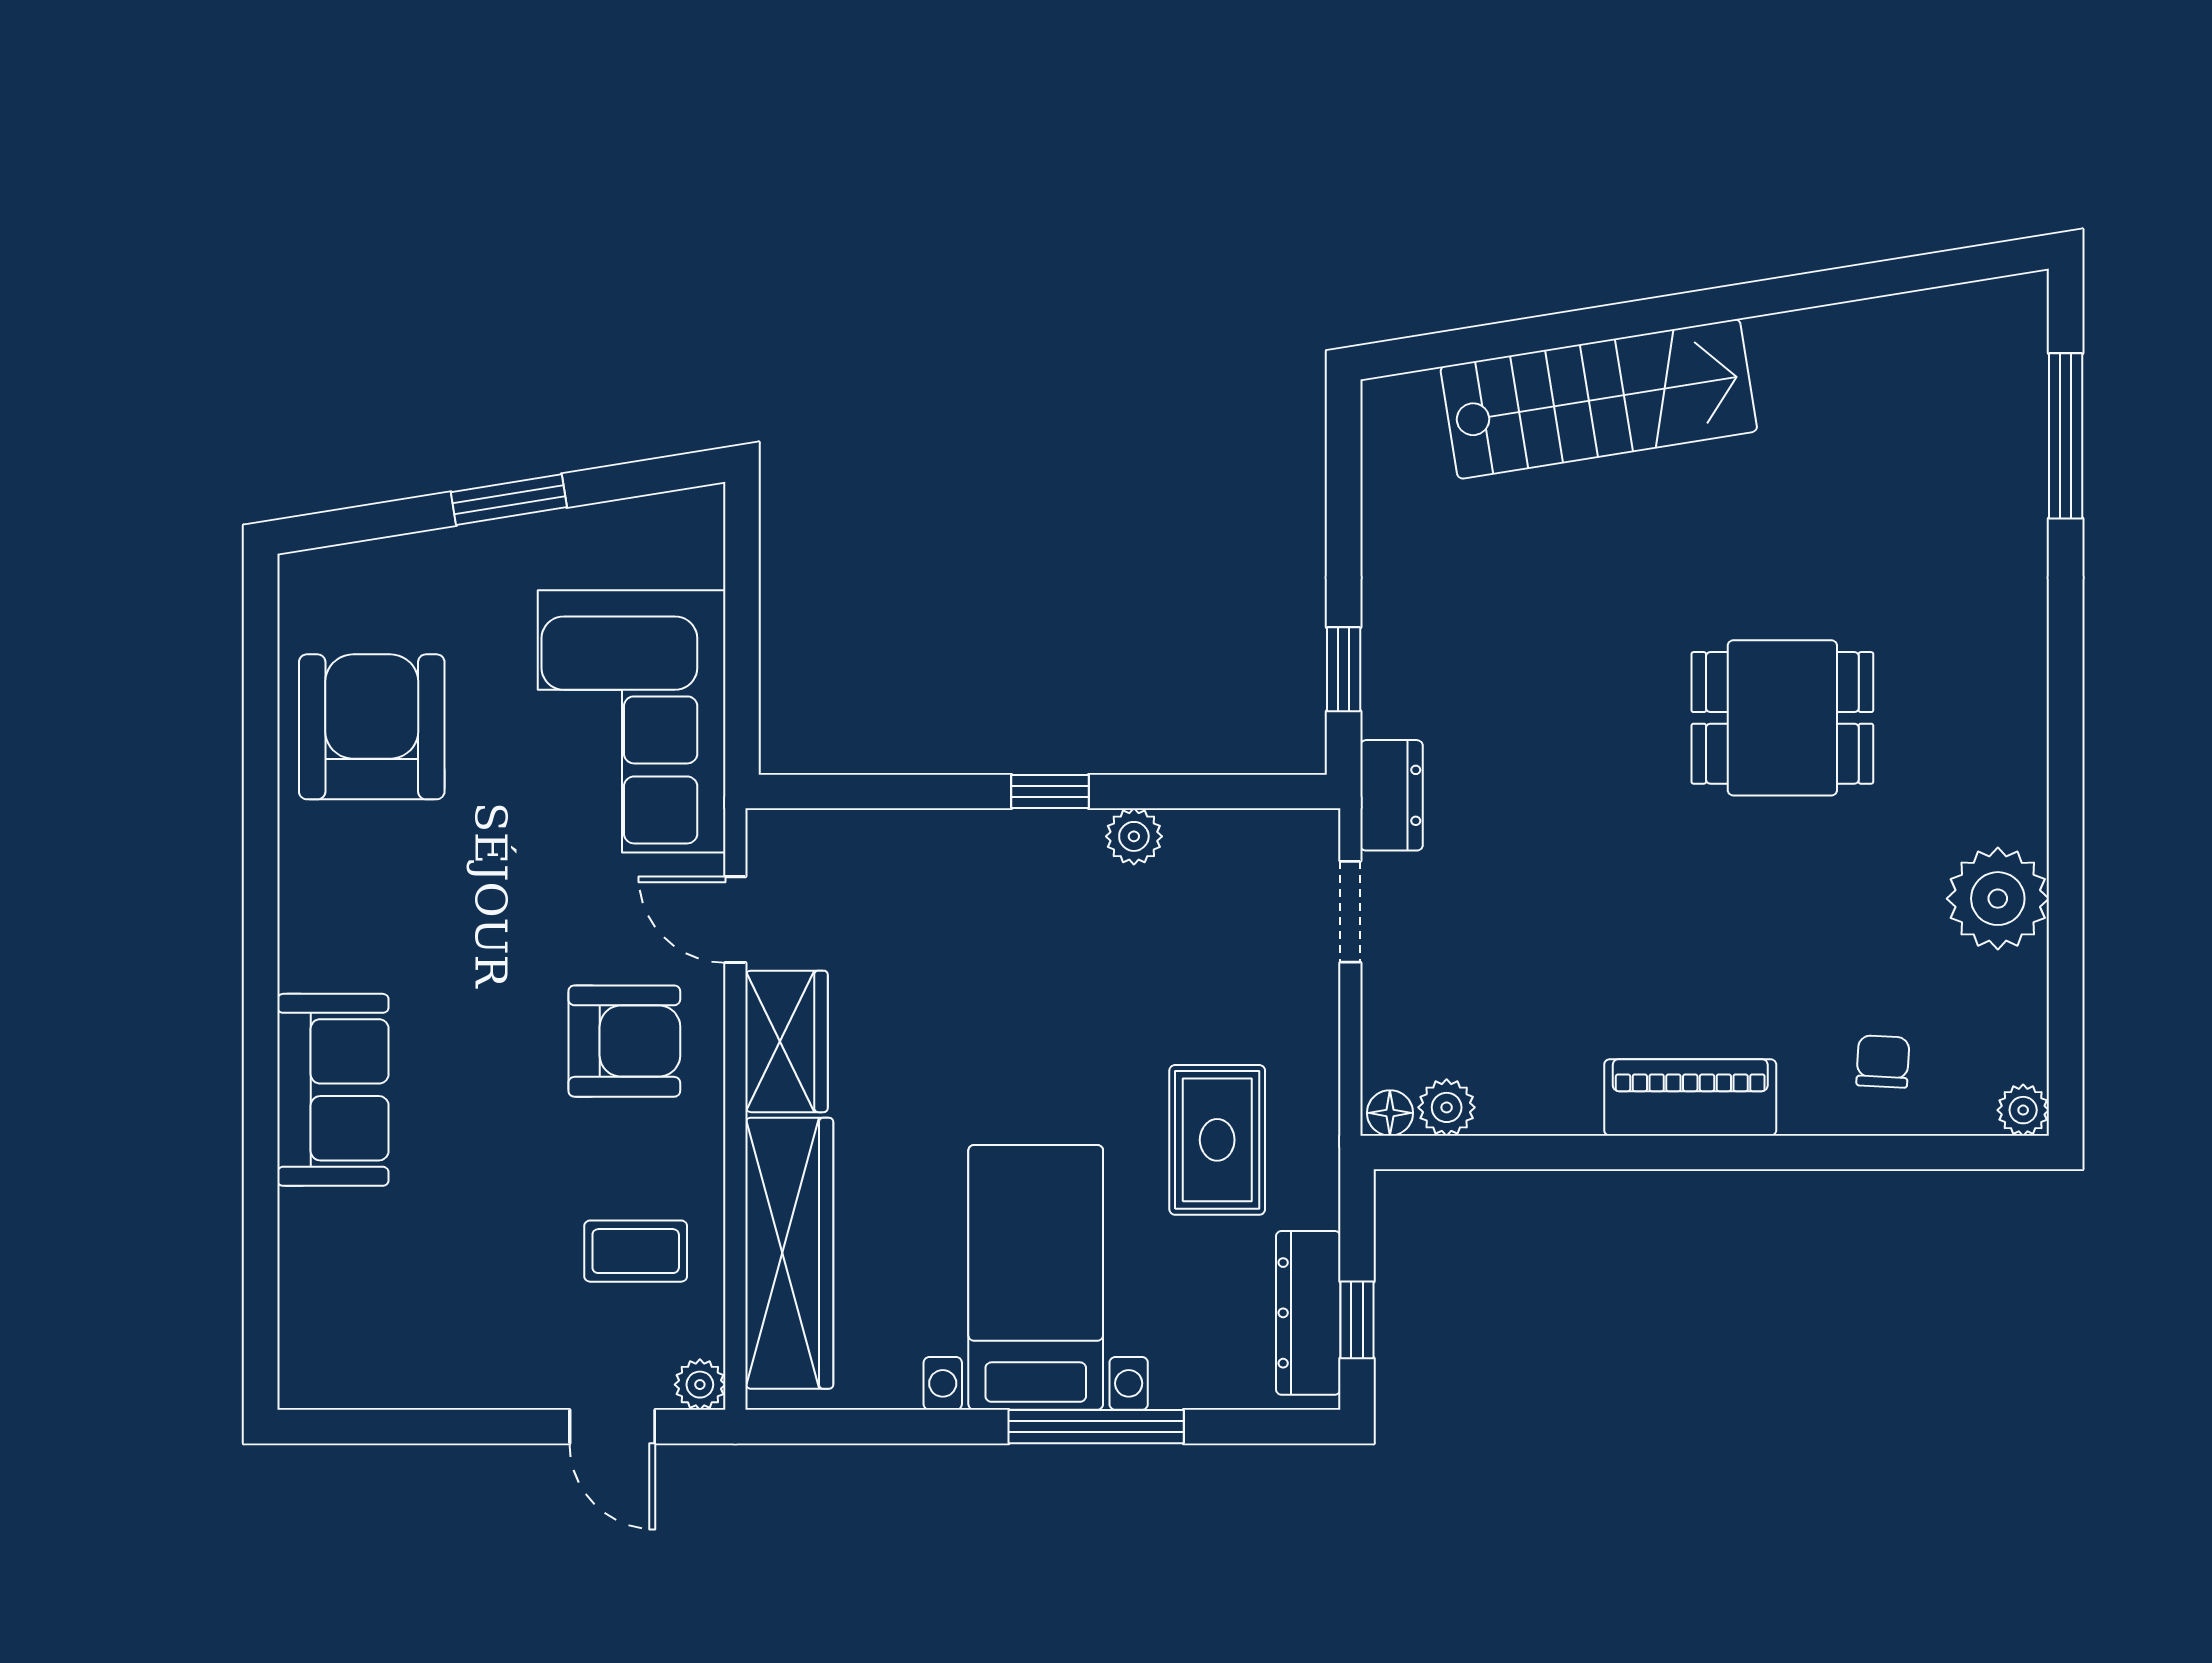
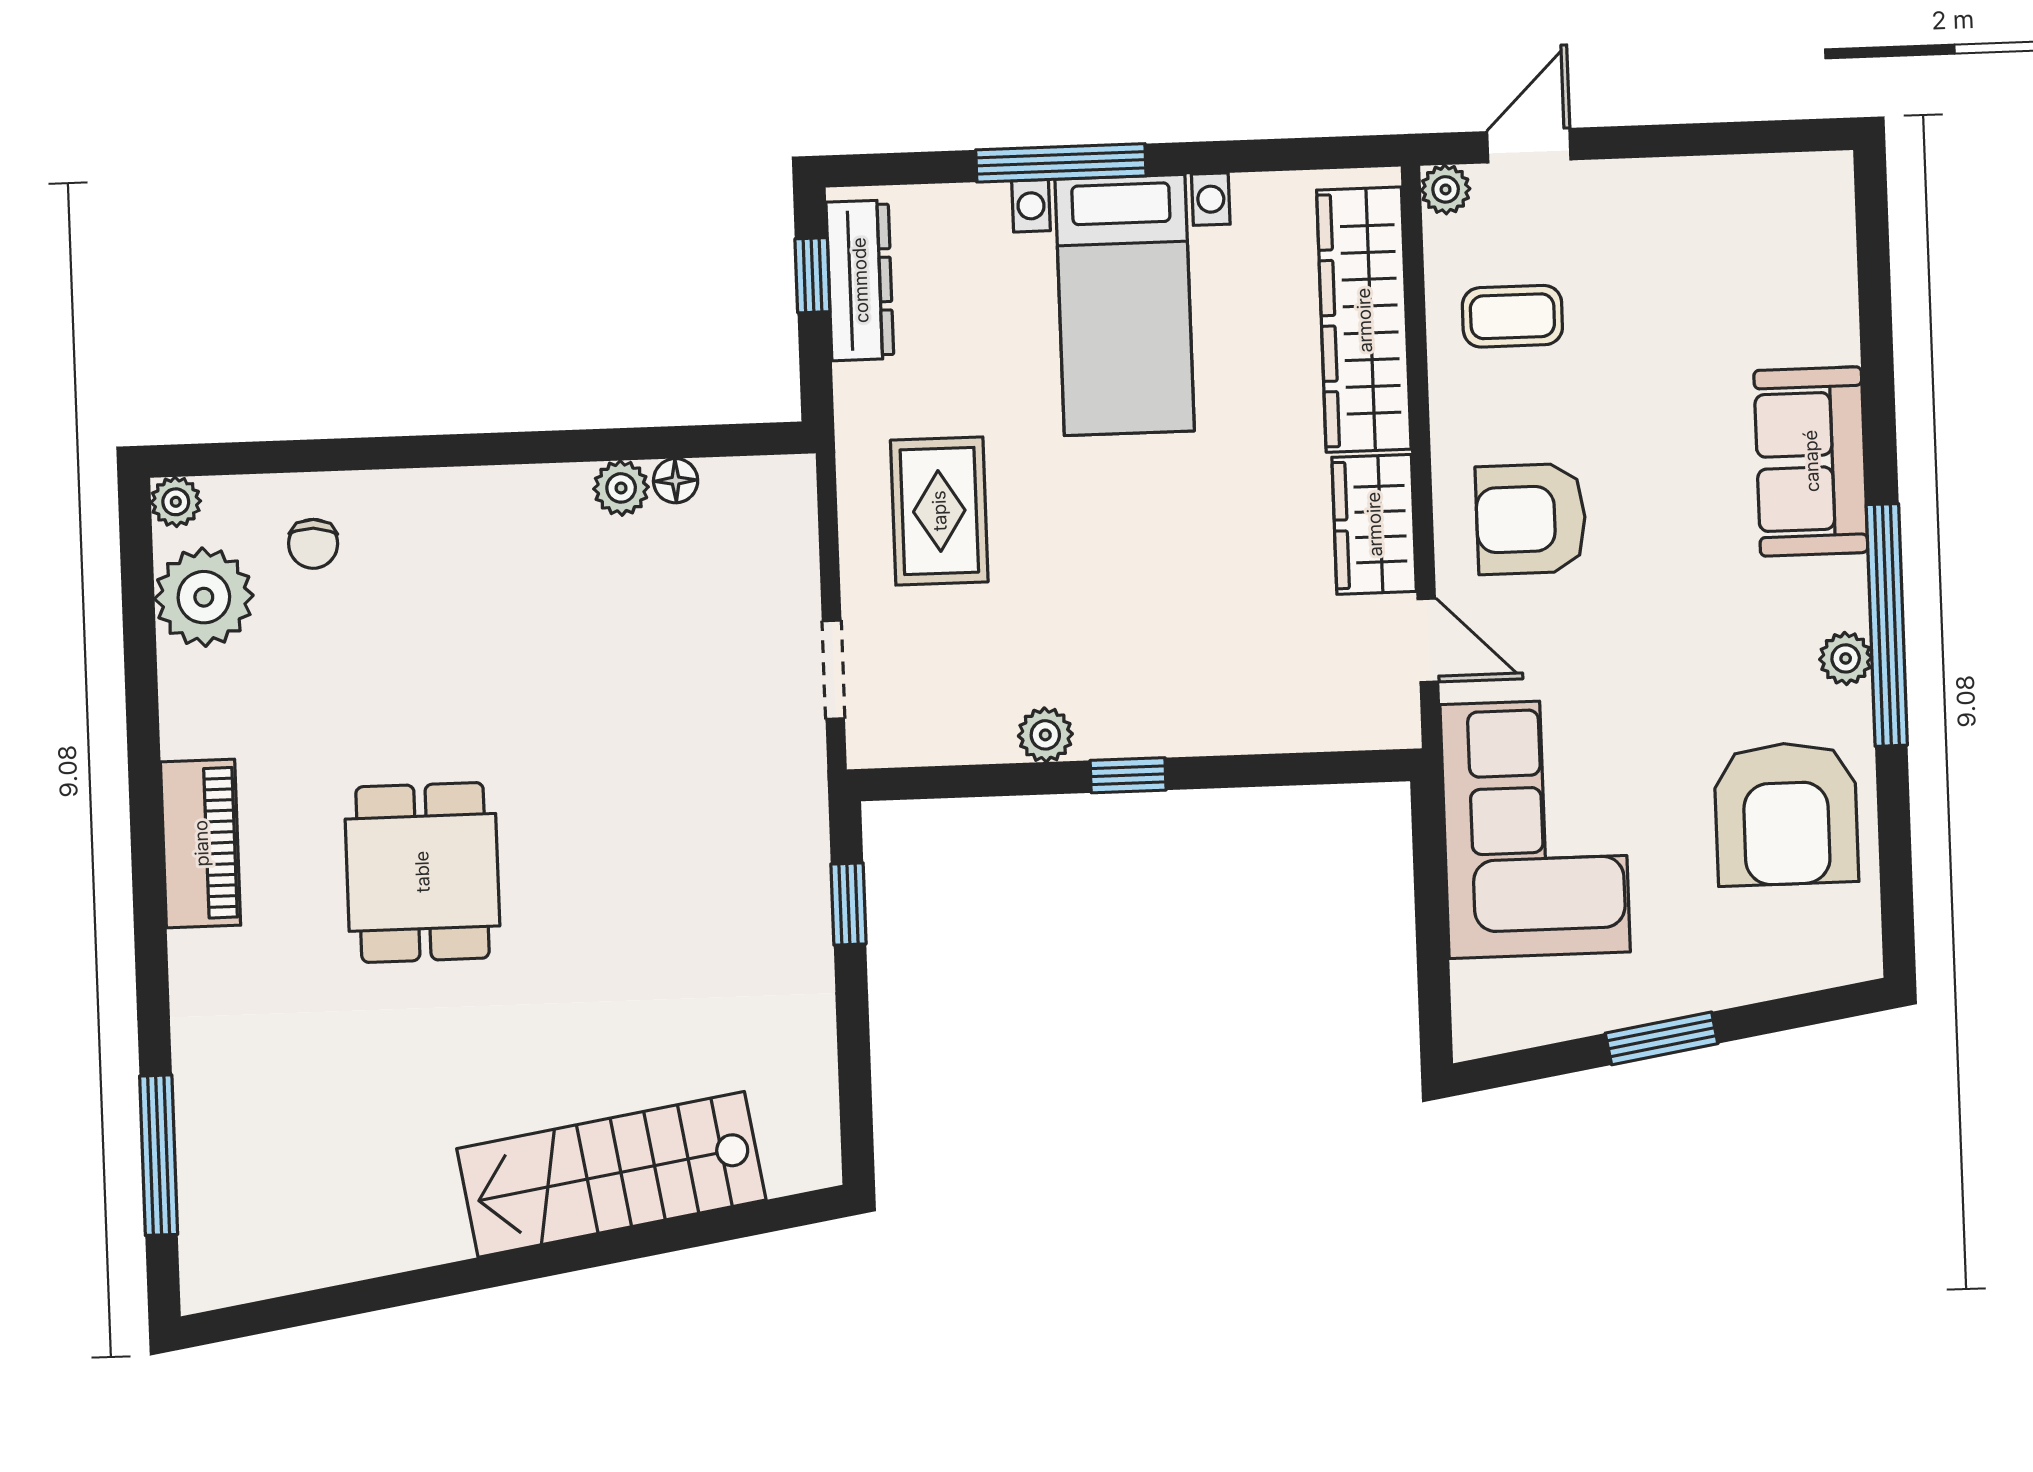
dining table: (1782, 718) -> (422, 872), turned 90
dresser: (1391, 795) -> (798, 784), removed
plant: (304, 885) -> (1846, 658), added
plant: (1998, 899) -> (204, 597), moved
window: (261, 918) -> (1887, 625), added
piano: (1690, 1097) -> (201, 843), moved, turned -90
plant: (1447, 1107) -> (621, 488), moved
floor lamp: (1390, 1113) -> (676, 481), moved
rug: (1217, 1140) -> (939, 511), moved
door: (612, 1427) -> (1529, 146), hinge flipped

